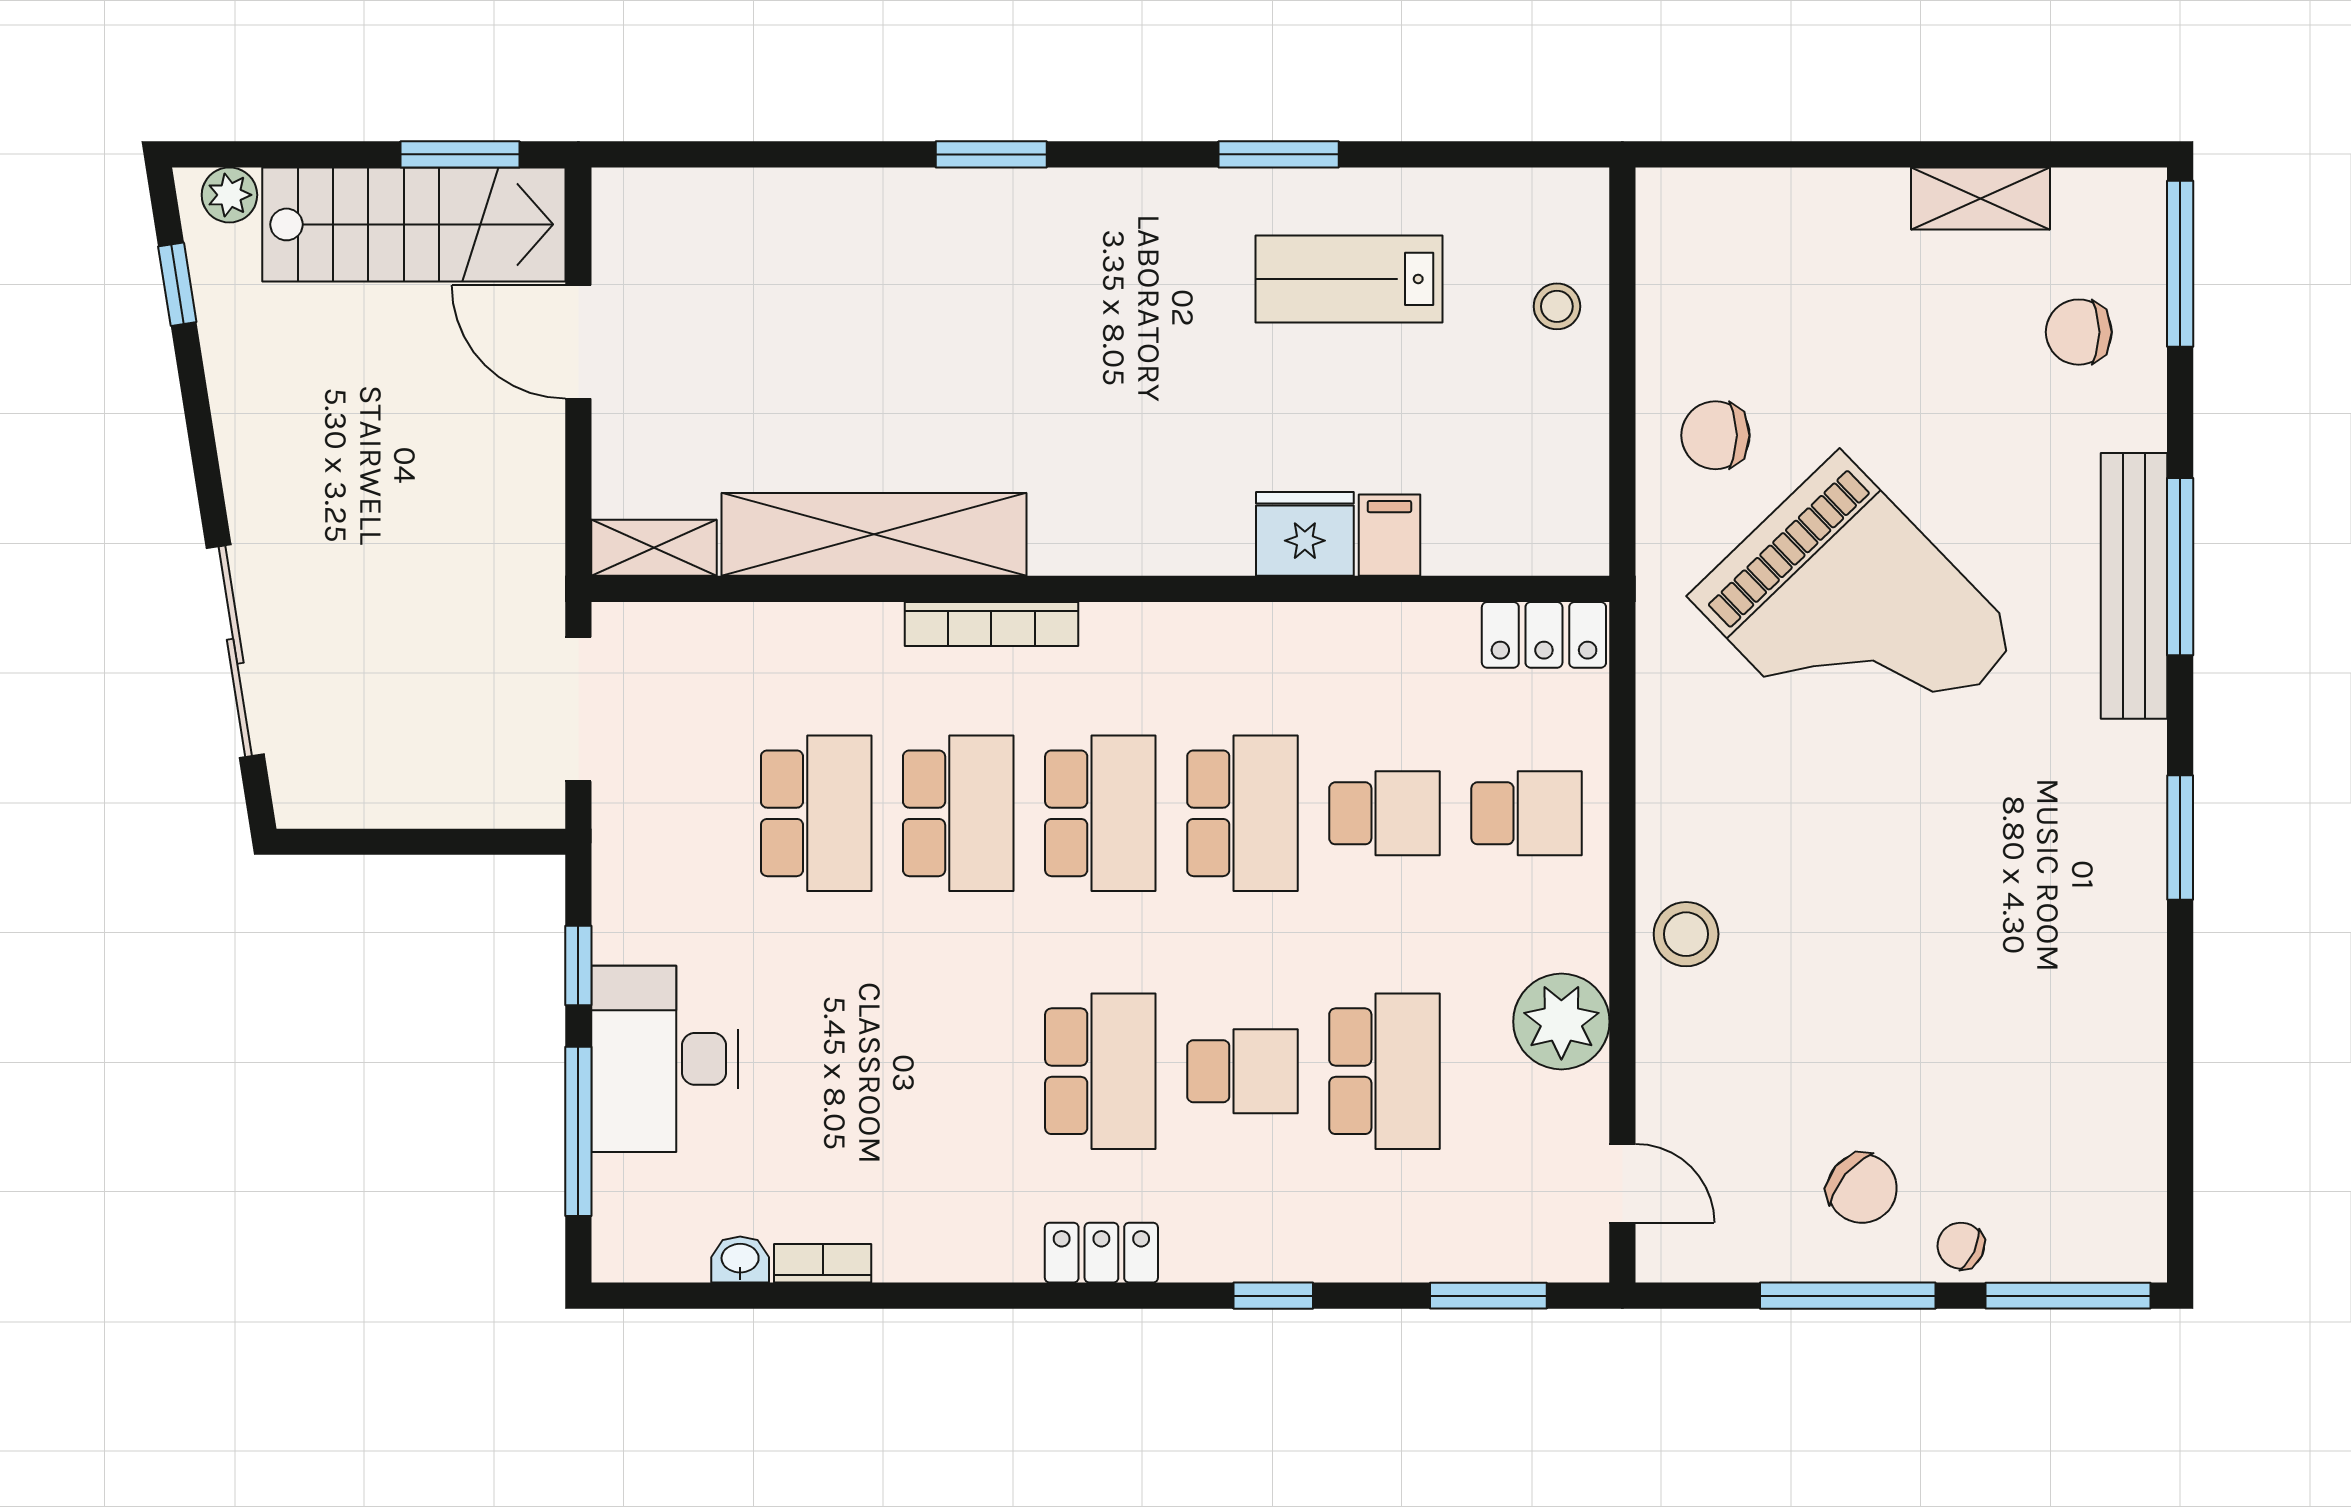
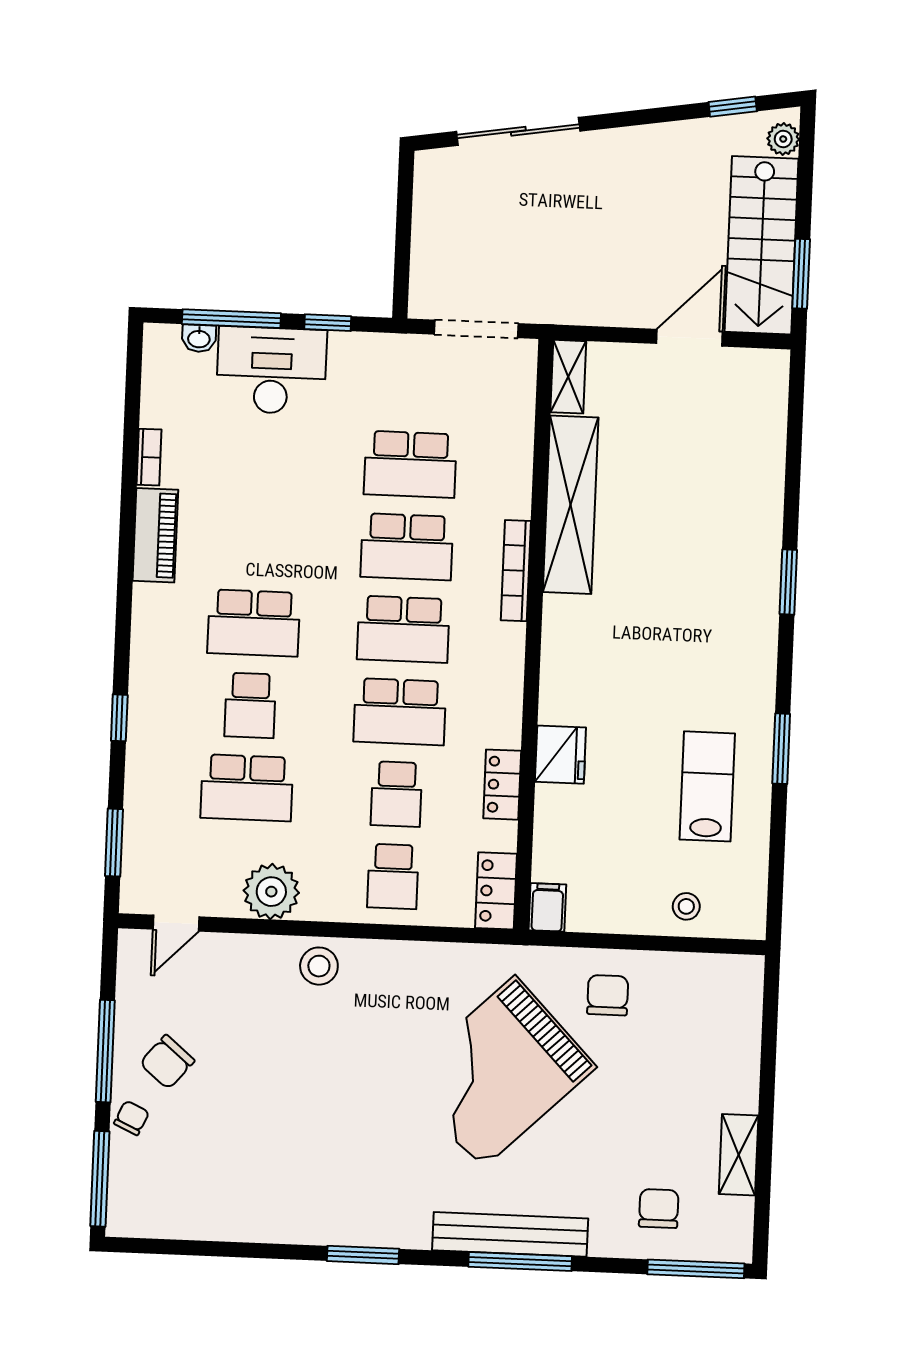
filing cabinet: (1389, 535) -> (547, 907), moved, turned -90
piano: (956, 1247) -> (155, 535), added
locker: (1101, 1253) -> (502, 785), moved, turned 180
washbasin: (740, 1259) -> (199, 338), moved, turned 90

